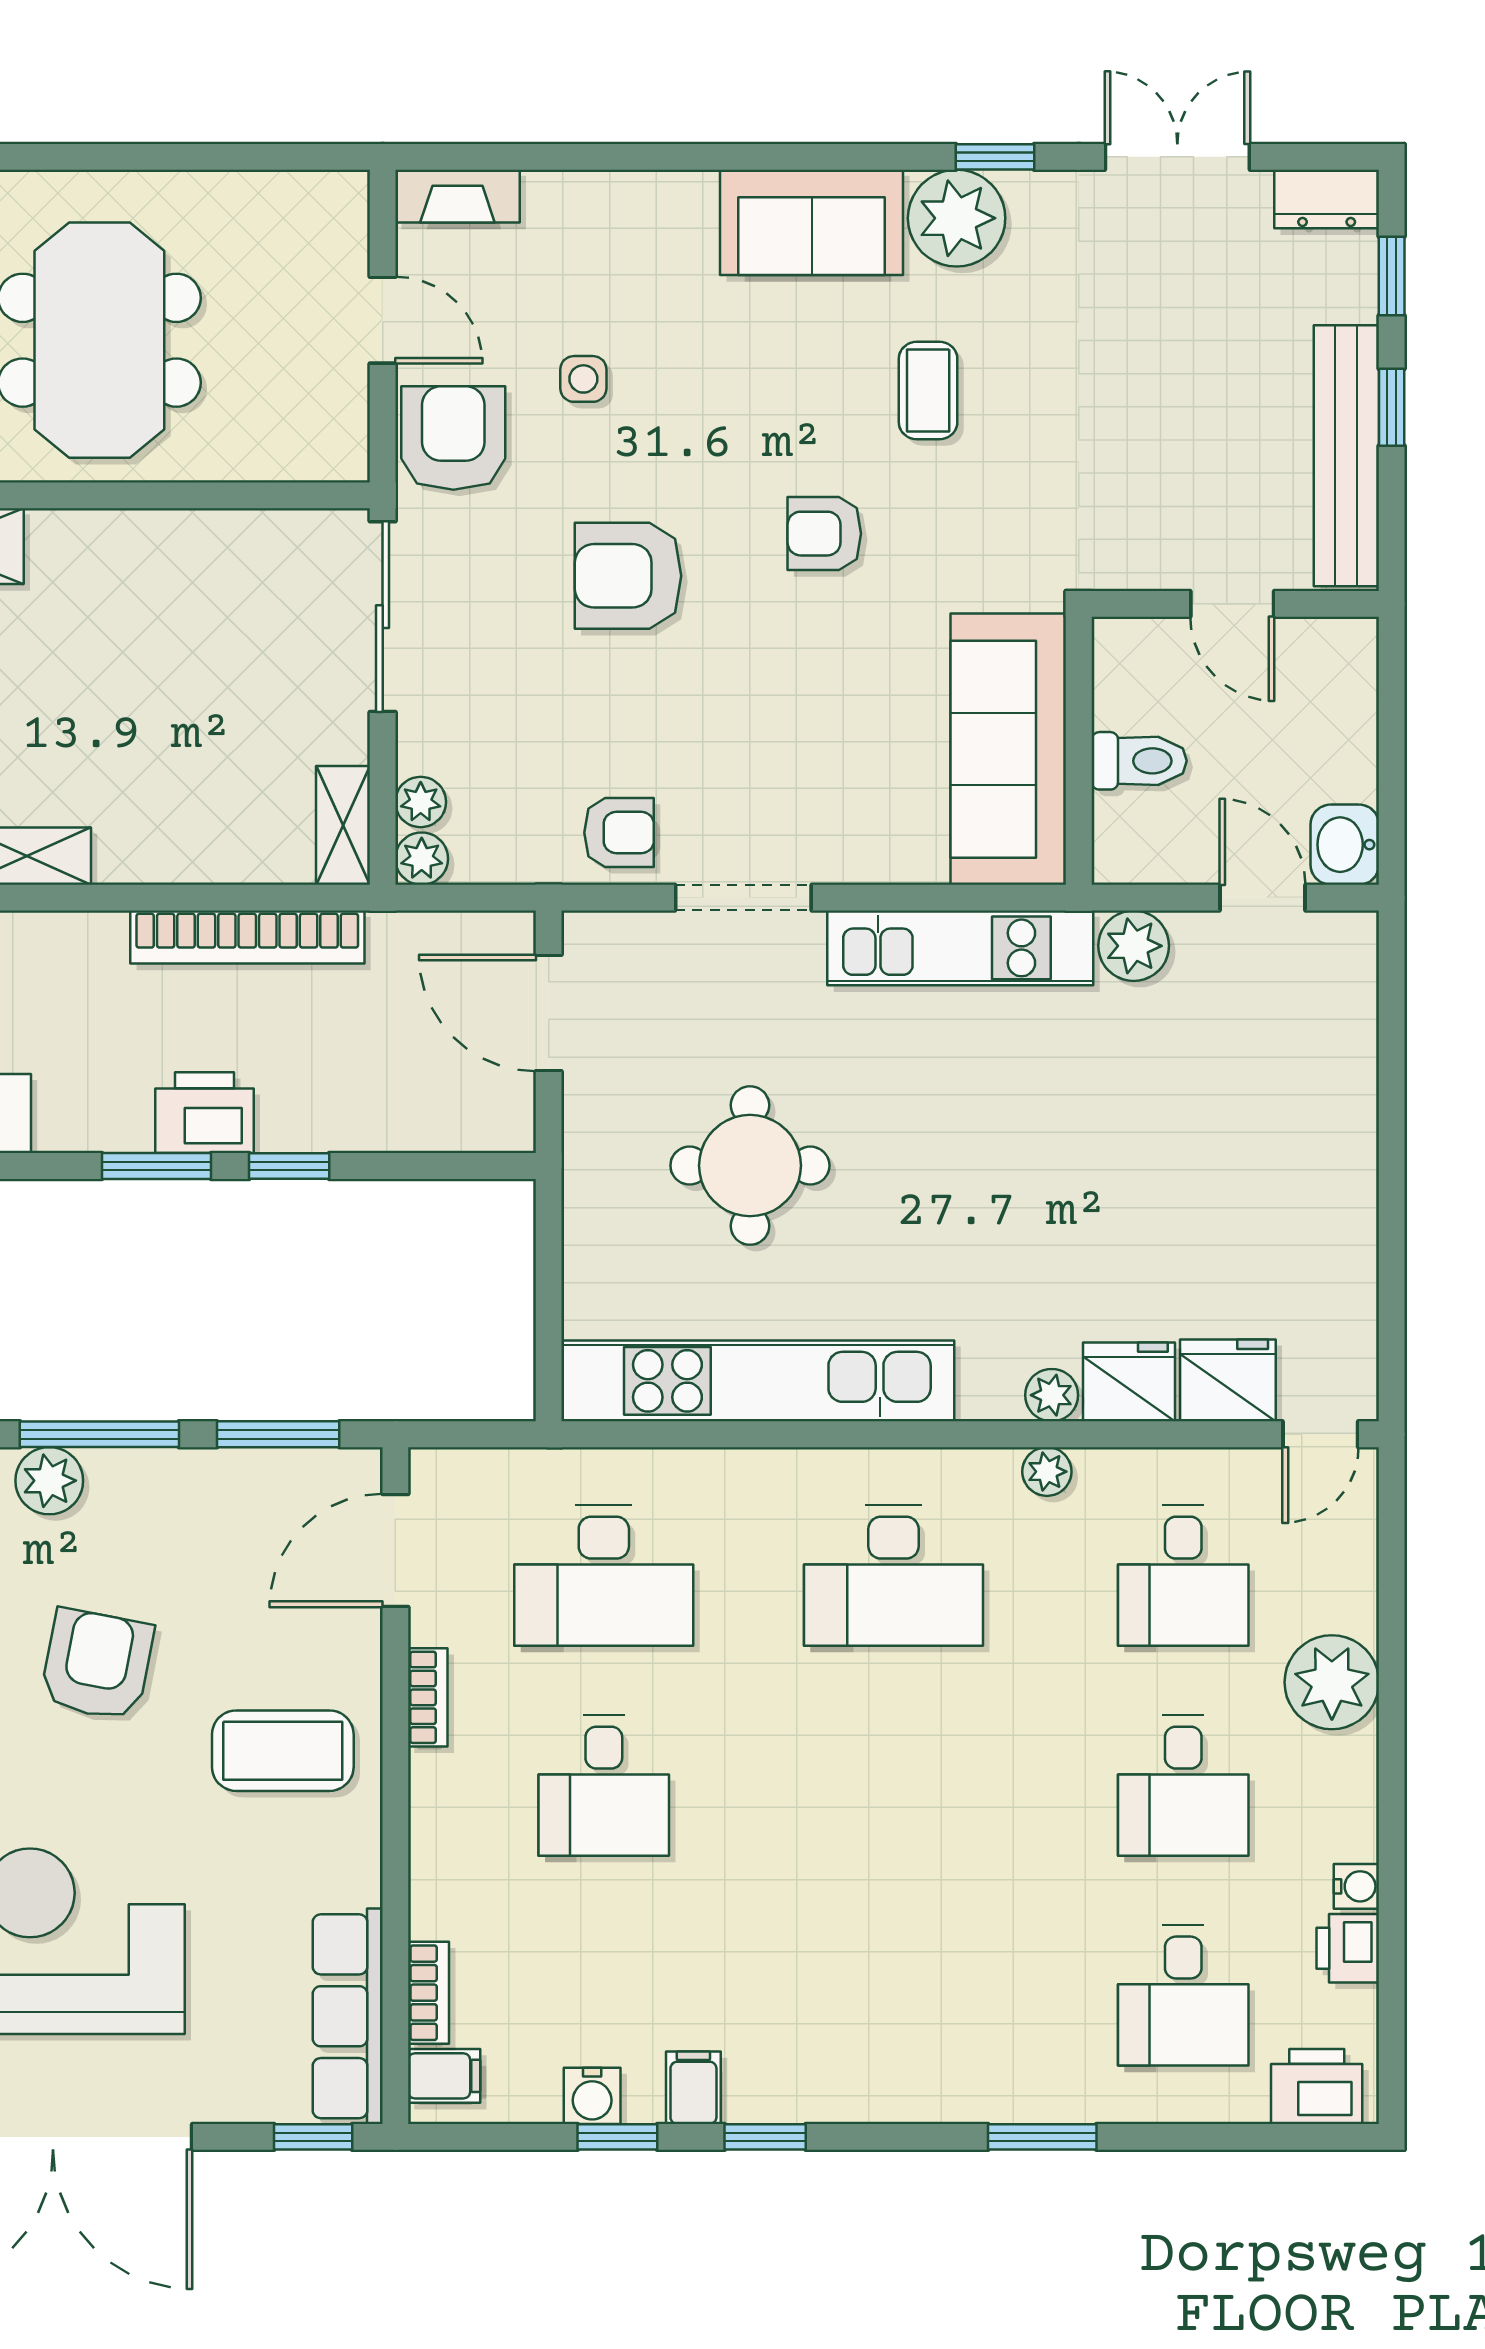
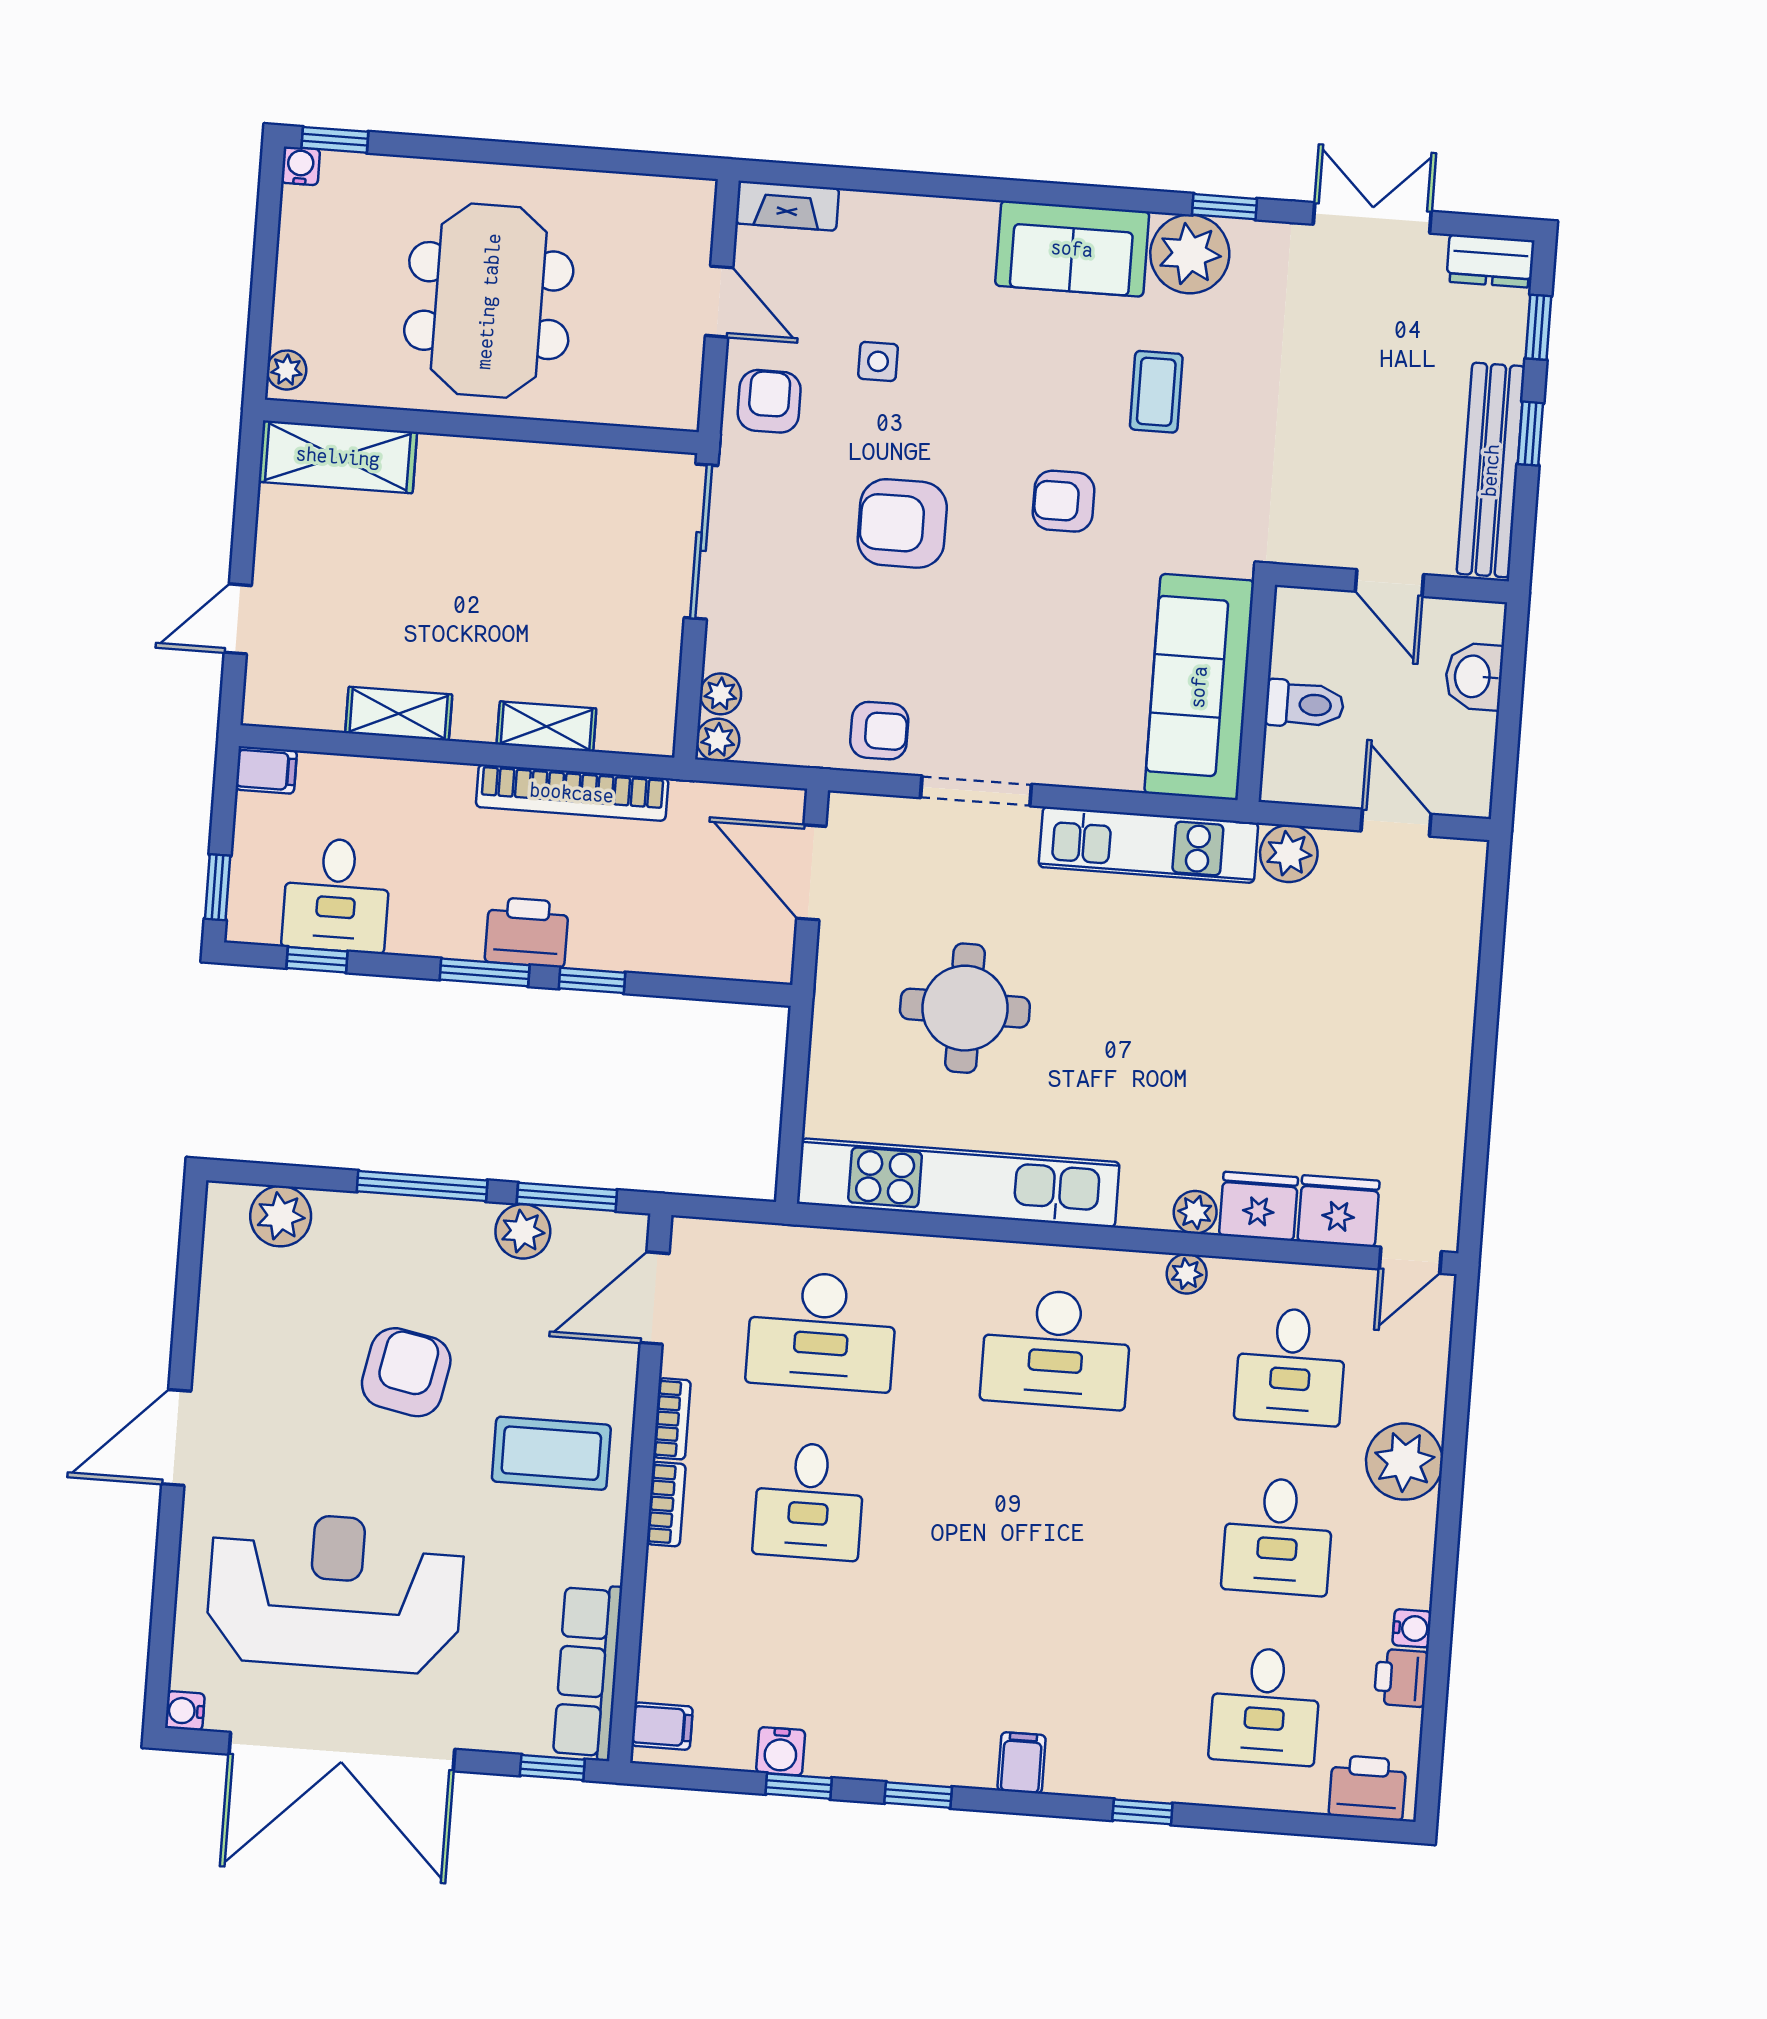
armchair: (453, 438) -> (769, 401), width x0.72, depth x0.72
shelving: (343, 825) -> (546, 726), moved, turned 90
washbasin: (1345, 845) -> (1474, 677), moved
plant: (49, 1481) -> (523, 1231), moved
bookcase: (429, 1993) -> (666, 1504), moved
filing cabinet: (693, 2088) -> (1022, 1763), moved
window: (1042, 2137) -> (1142, 1812), width x0.67

